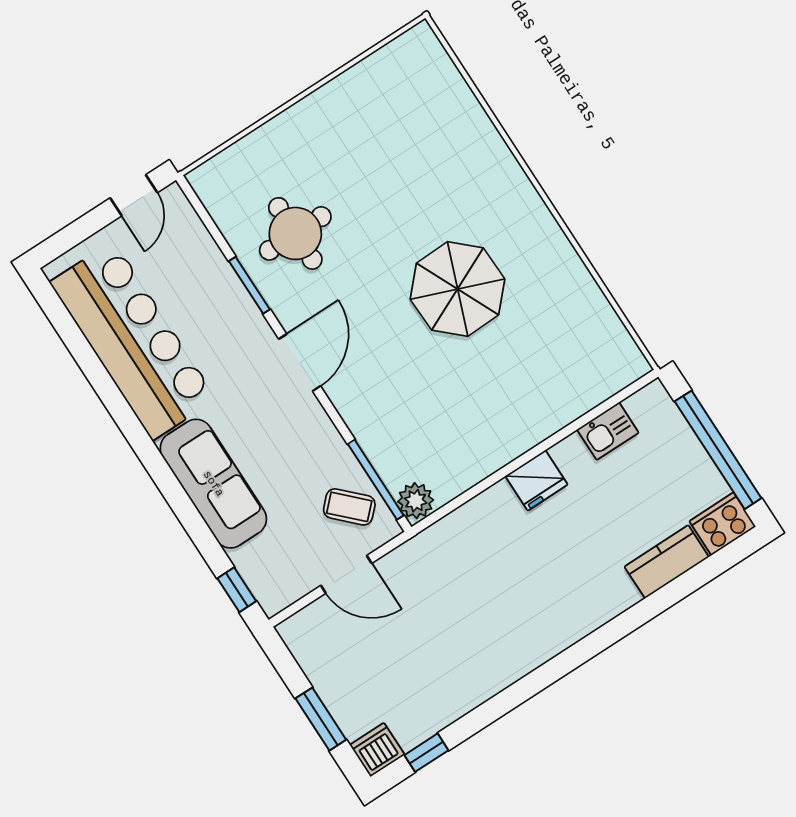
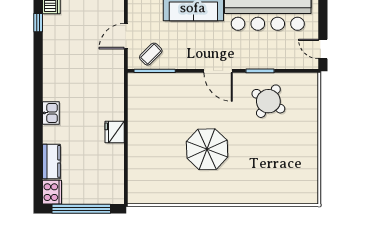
round table: (295, 233) -> (268, 101), turned 32
kitchen sink: (608, 431) -> (51, 113), moved, turned 180
plant: (416, 501) -> (137, 81), removed

